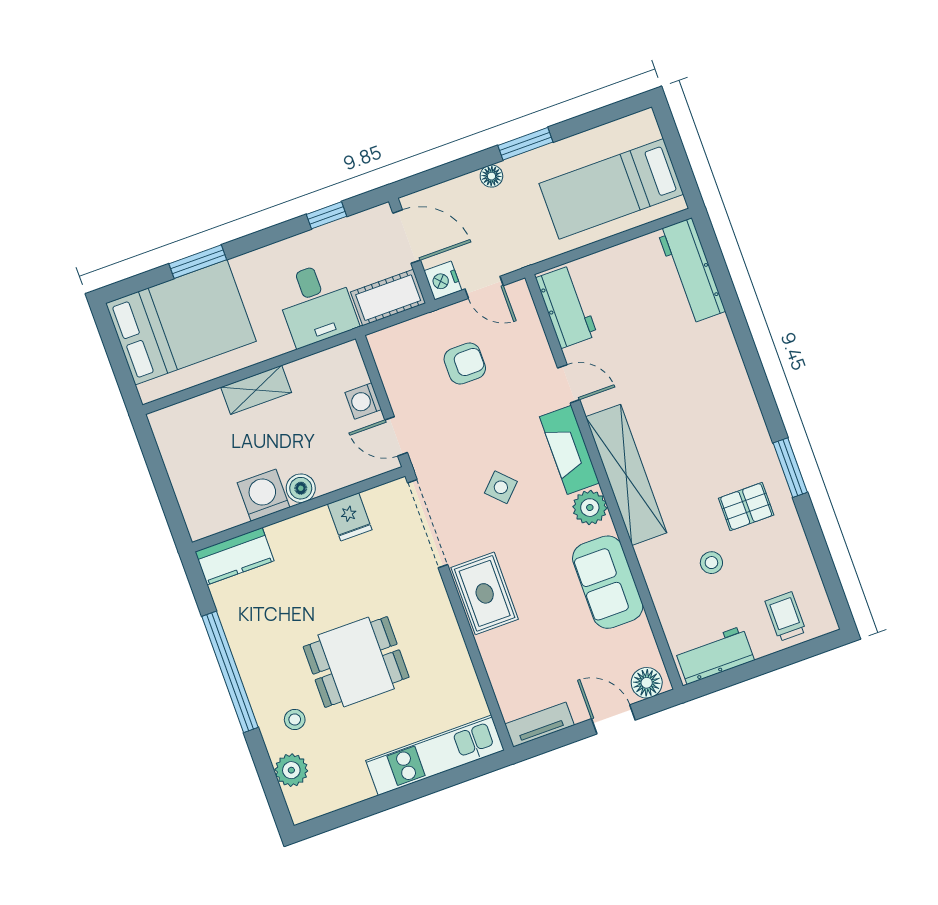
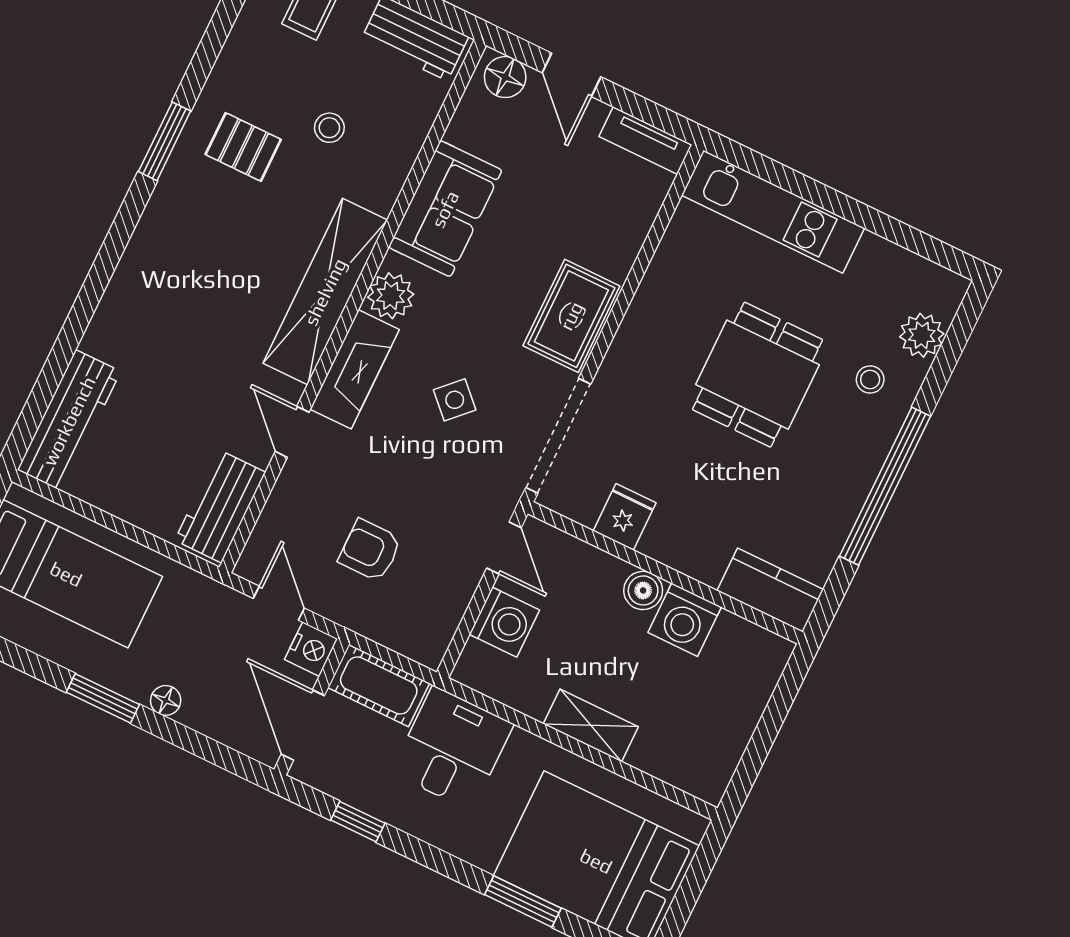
washing machine: (363, 401) -> (504, 622), width x1.38, depth x1.38
dining table: (356, 662) -> (757, 375), turned 90

